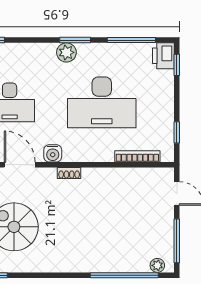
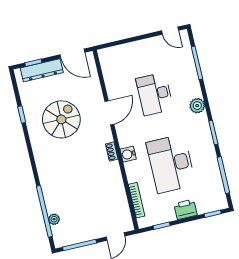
plant: (66, 52) -> (197, 106), moved
printer: (163, 56) -> (185, 209), moved
water cooler: (53, 153) -> (128, 154), moved
plant: (157, 265) -> (54, 219), moved

